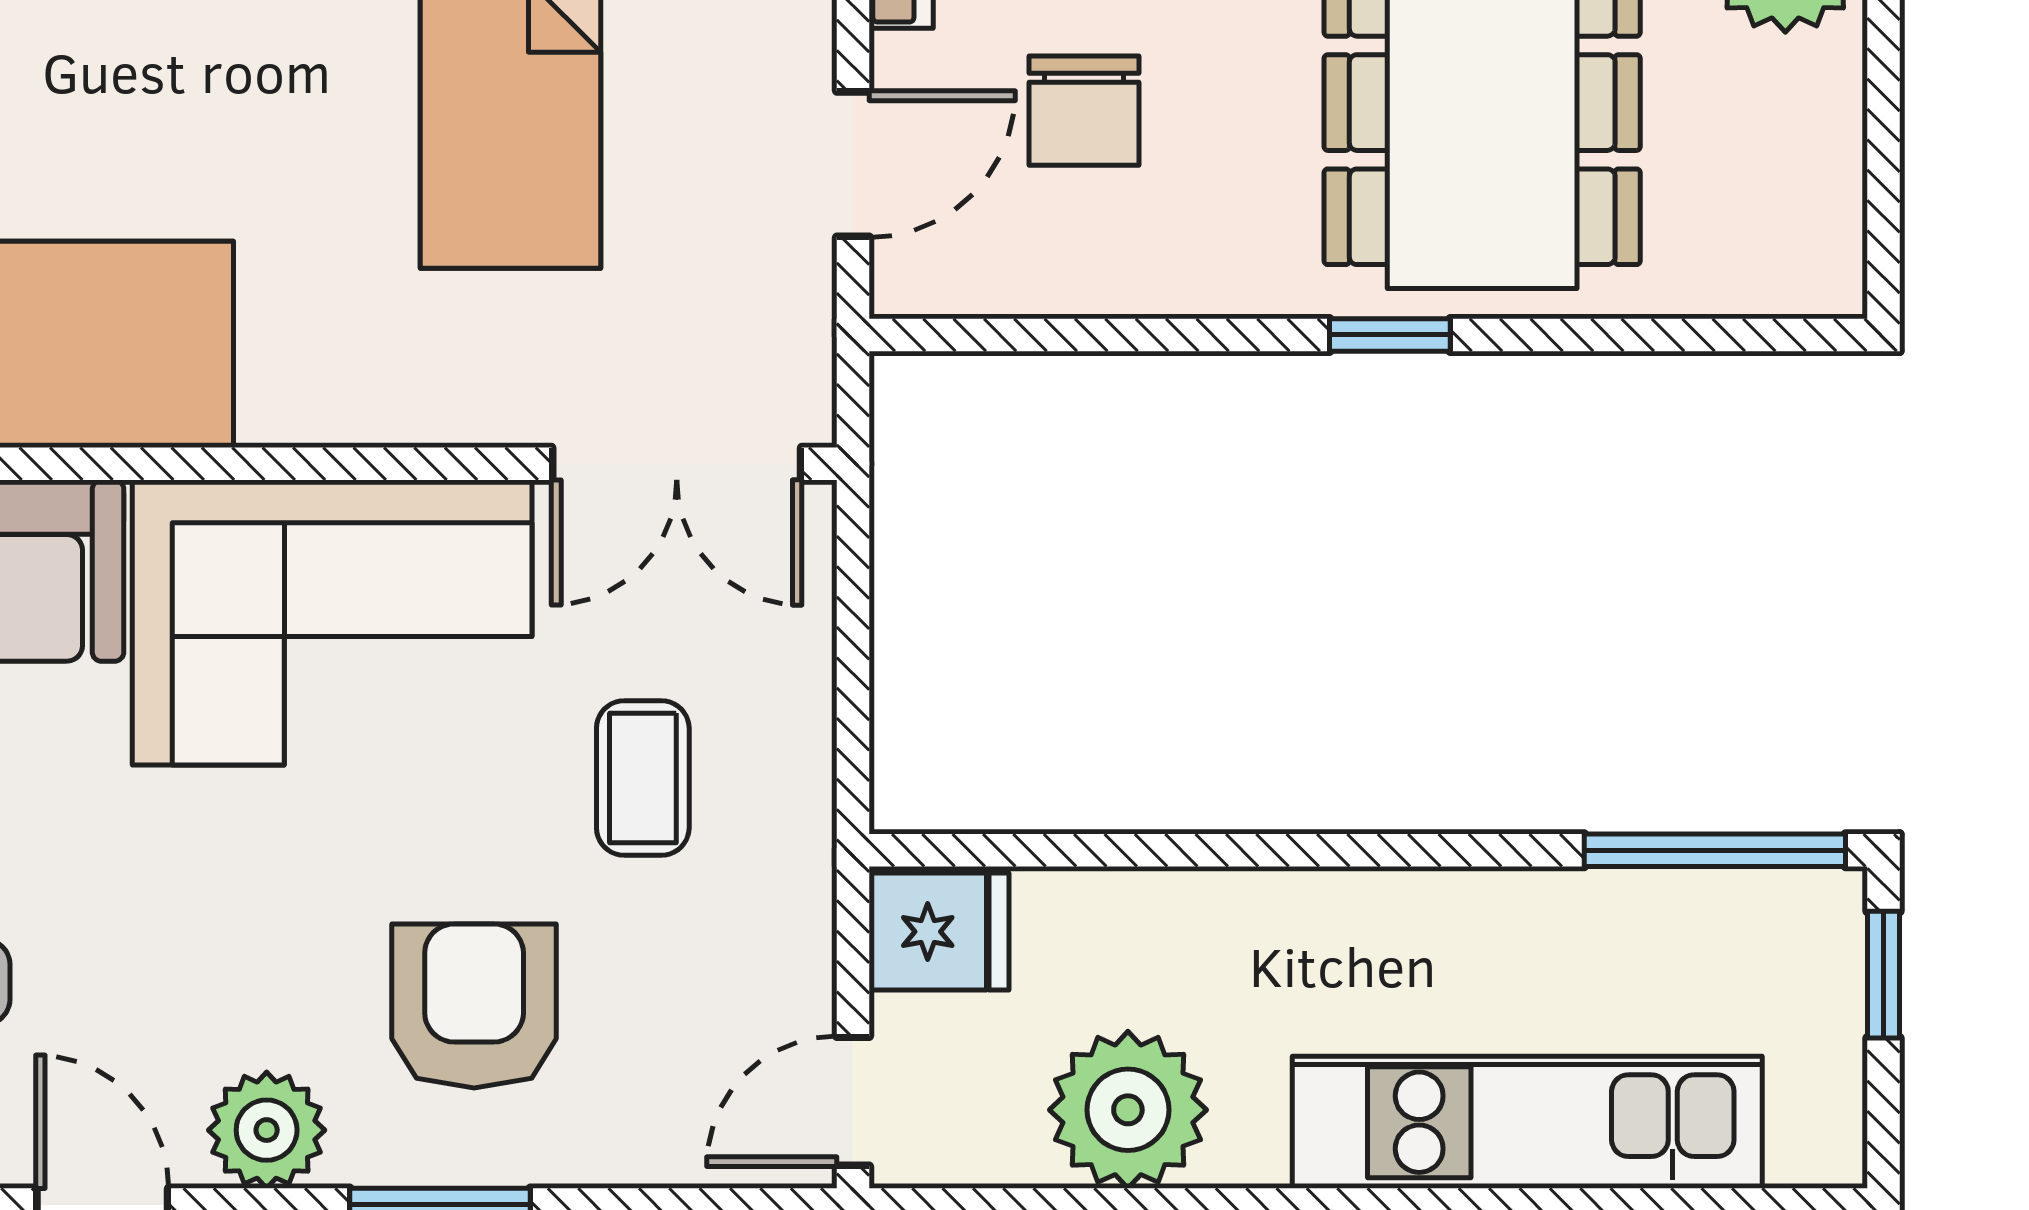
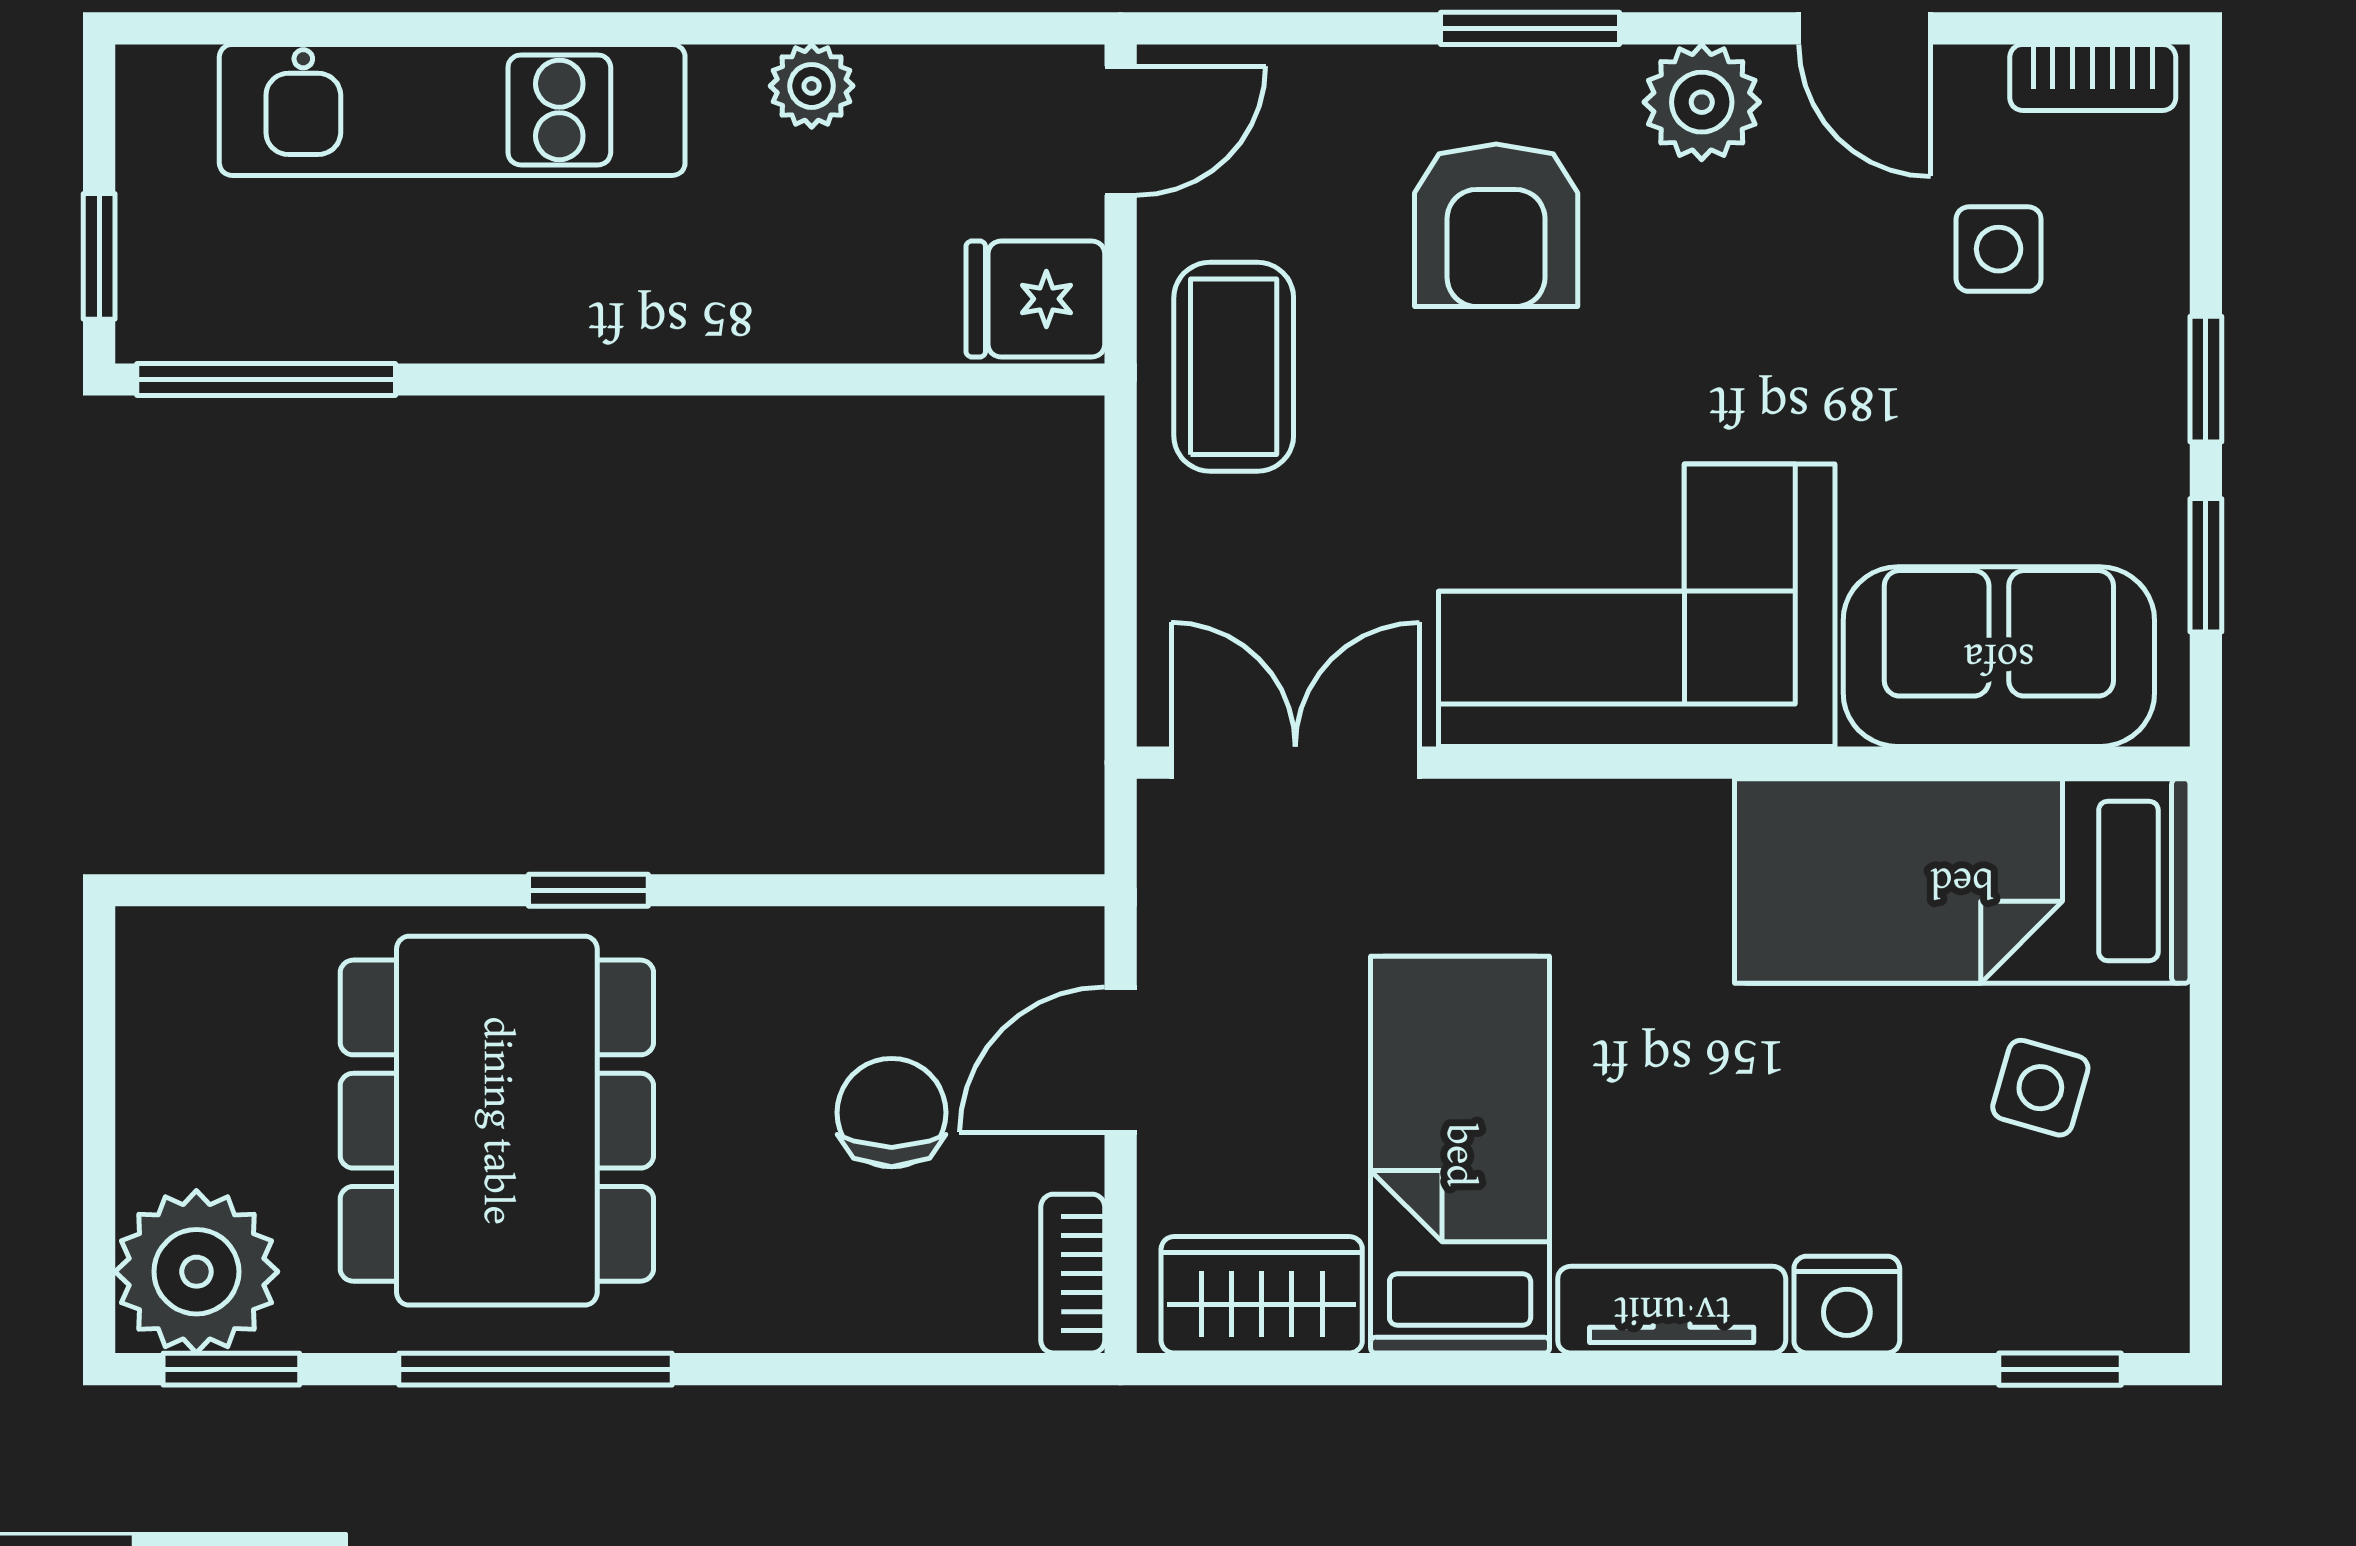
coffee table: (643, 778) -> (1234, 367), moved, width x1.36, depth x1.30
plant: (1128, 1110) -> (812, 86), width x0.53, depth x0.53

